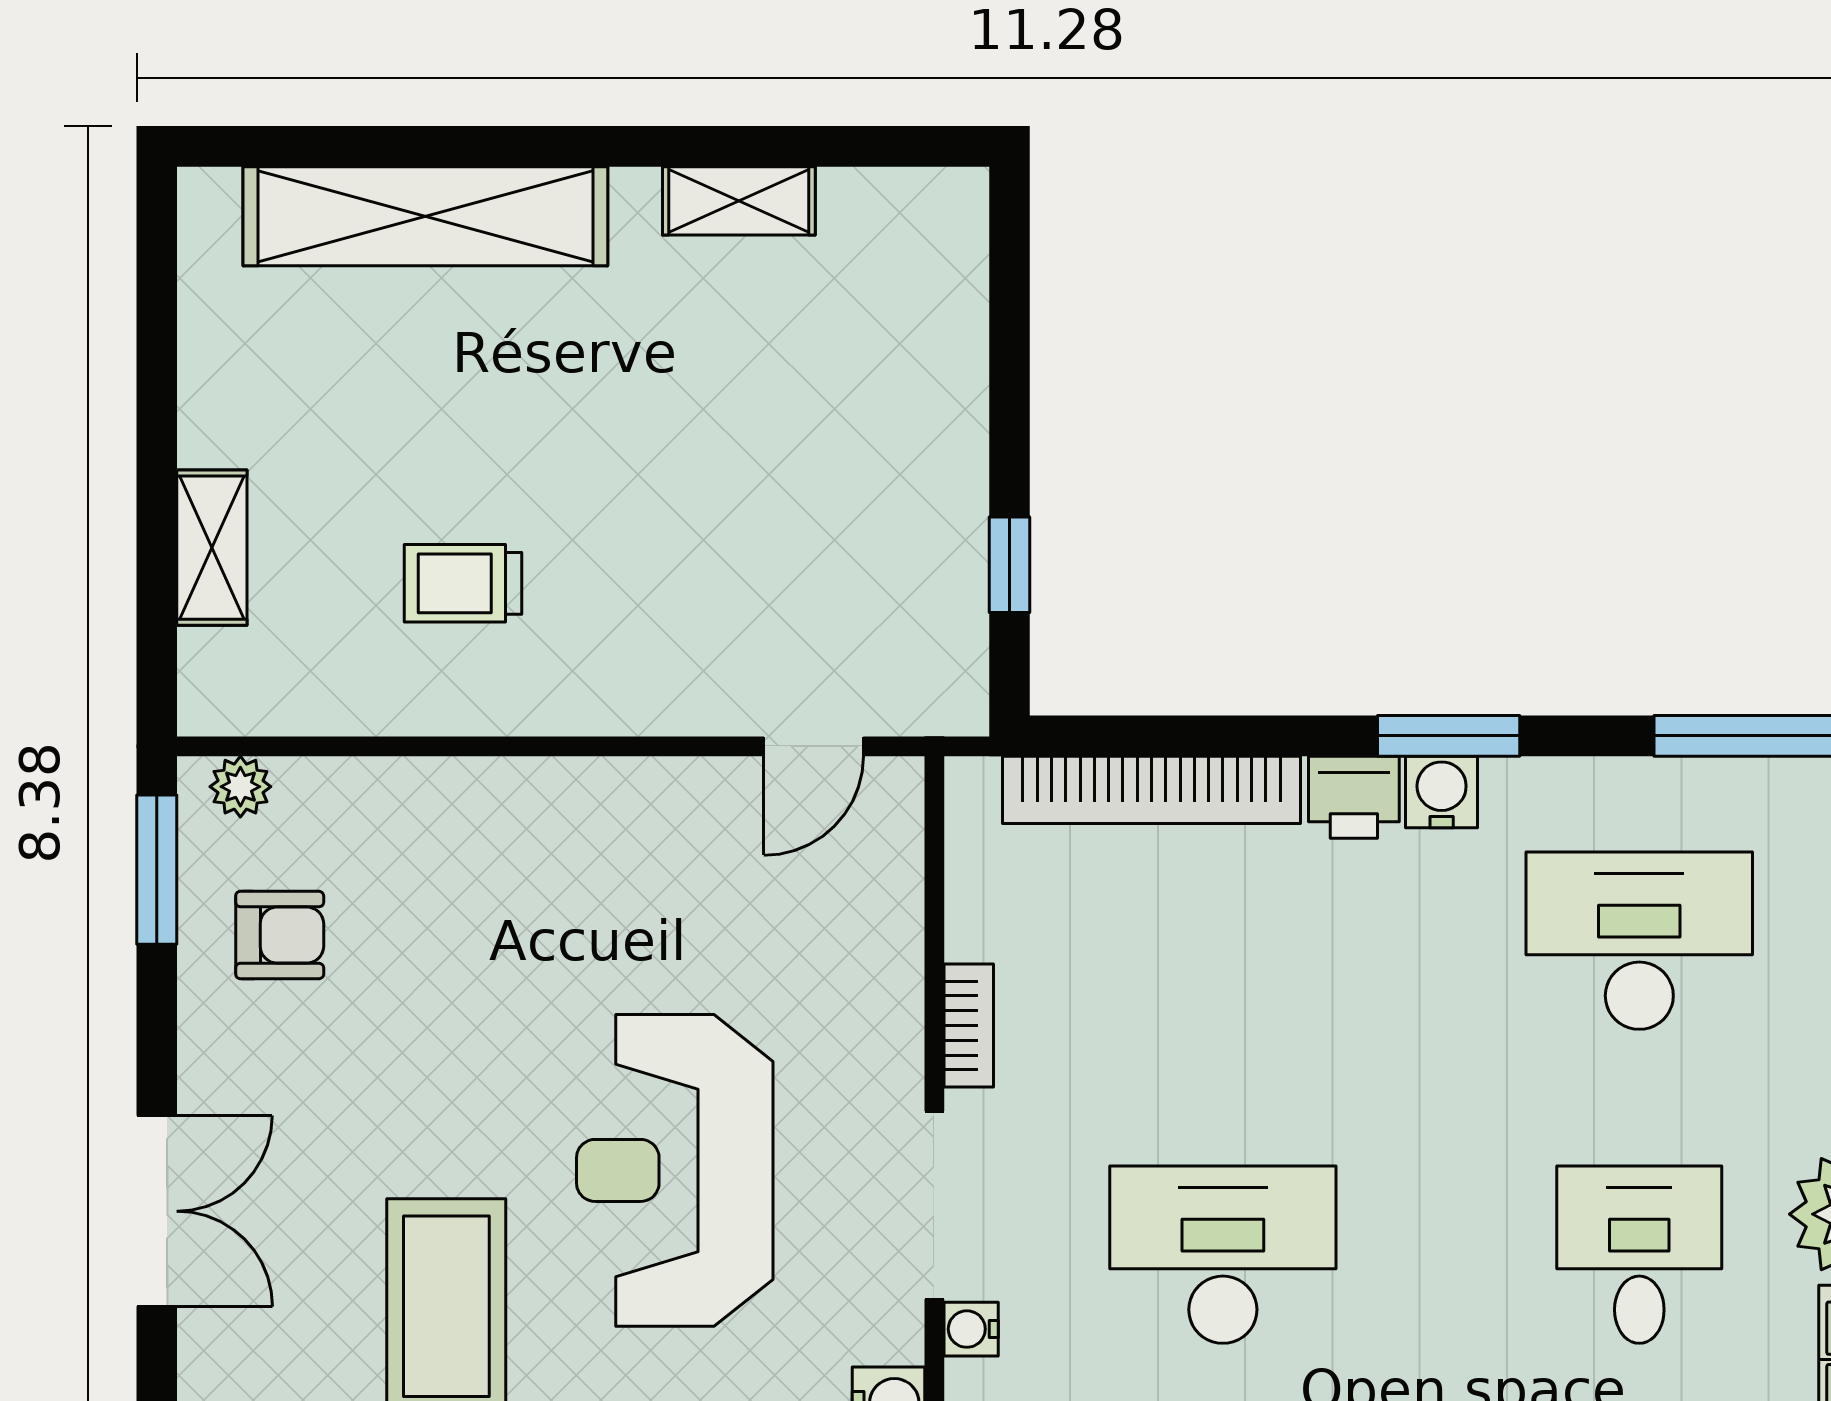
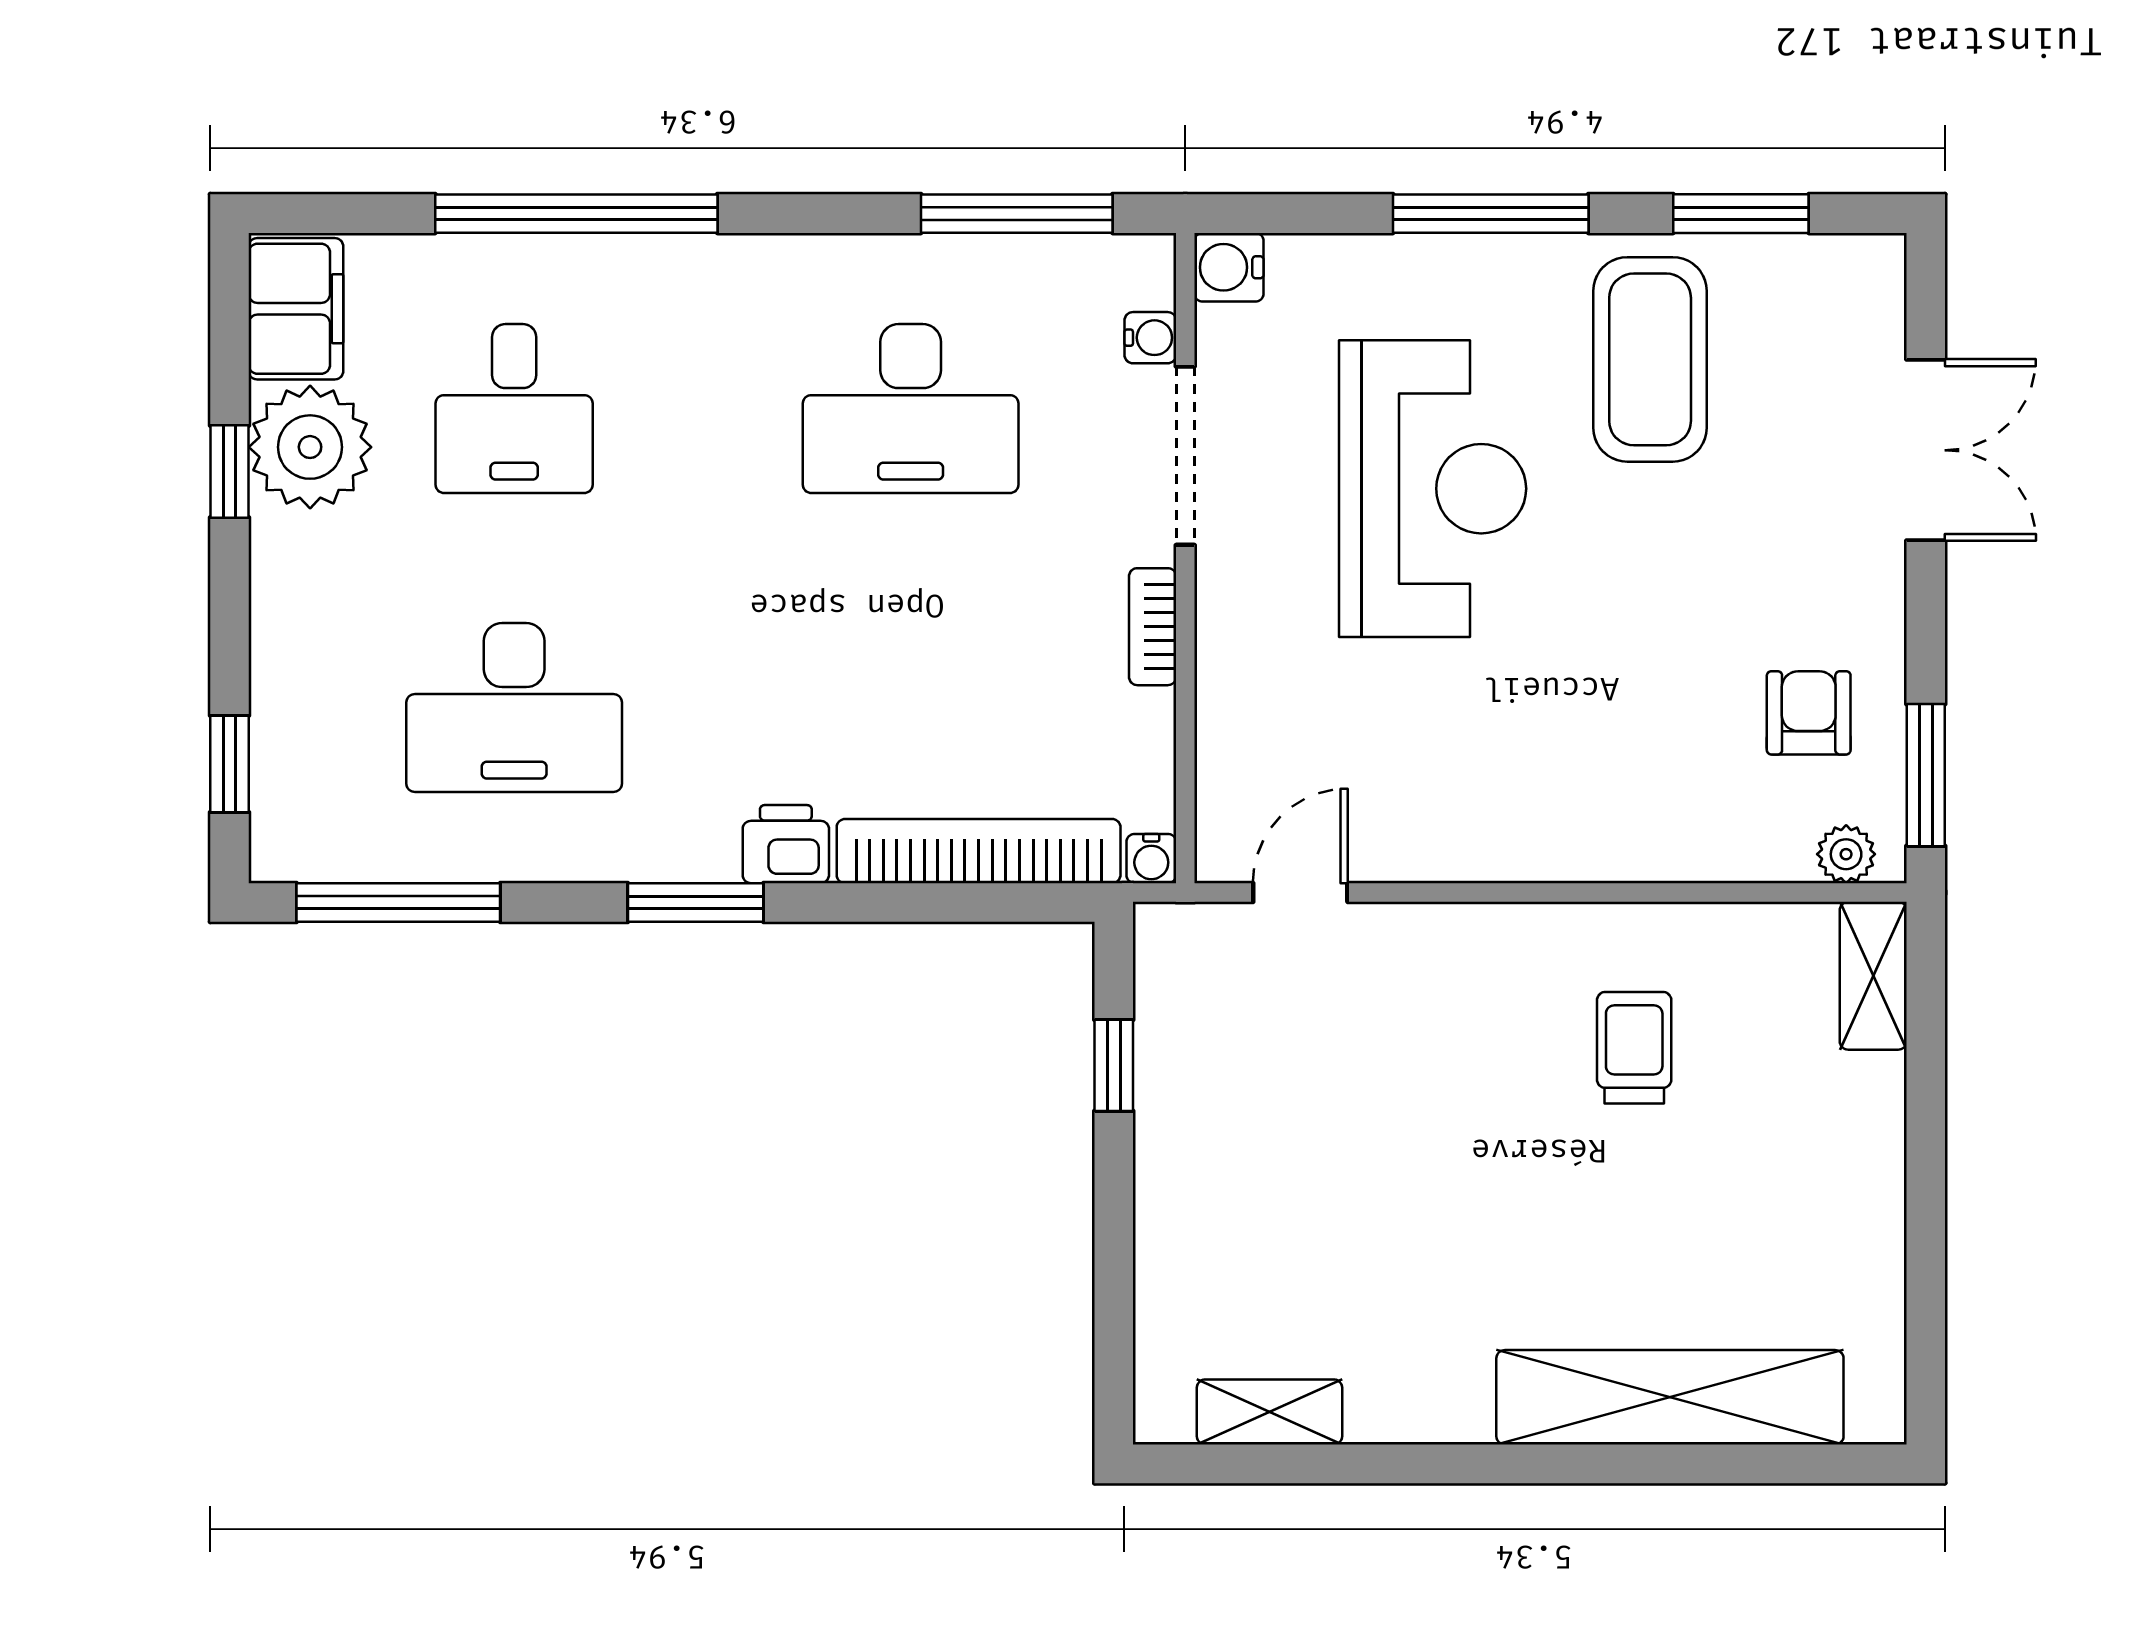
shelving: (739, 201) -> (1270, 1412), moved
shelving: (212, 548) -> (1873, 976), moved
trolley: (463, 583) -> (1634, 1048), turned -90
water cooler: (1442, 792) -> (1151, 859), moved, width x0.72, depth x0.72
armchair: (280, 935) -> (1809, 713), turned 90
double door: (157, 1211) -> (1926, 450), swing flipped

